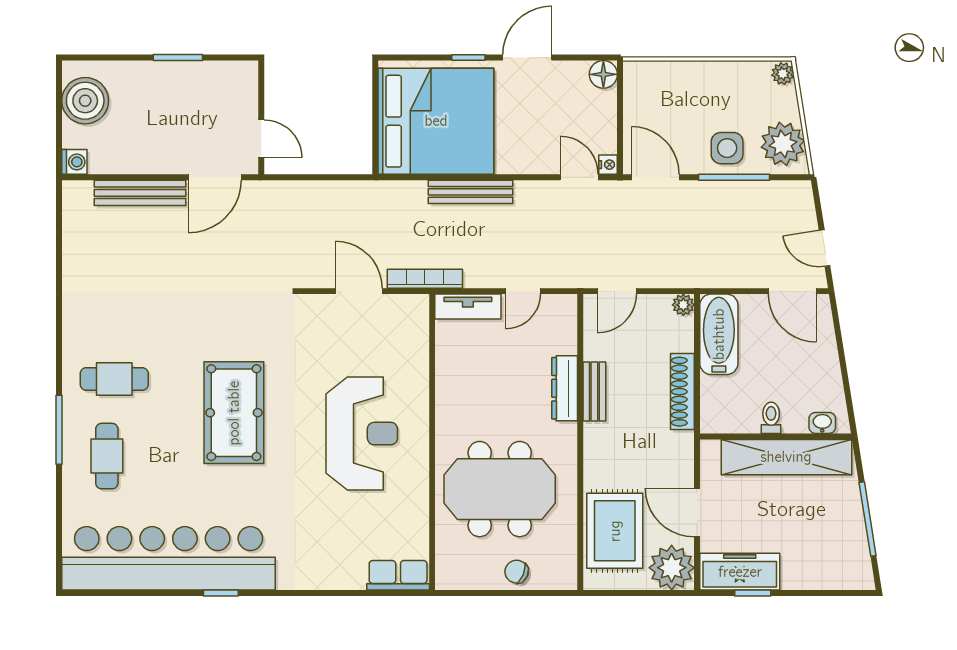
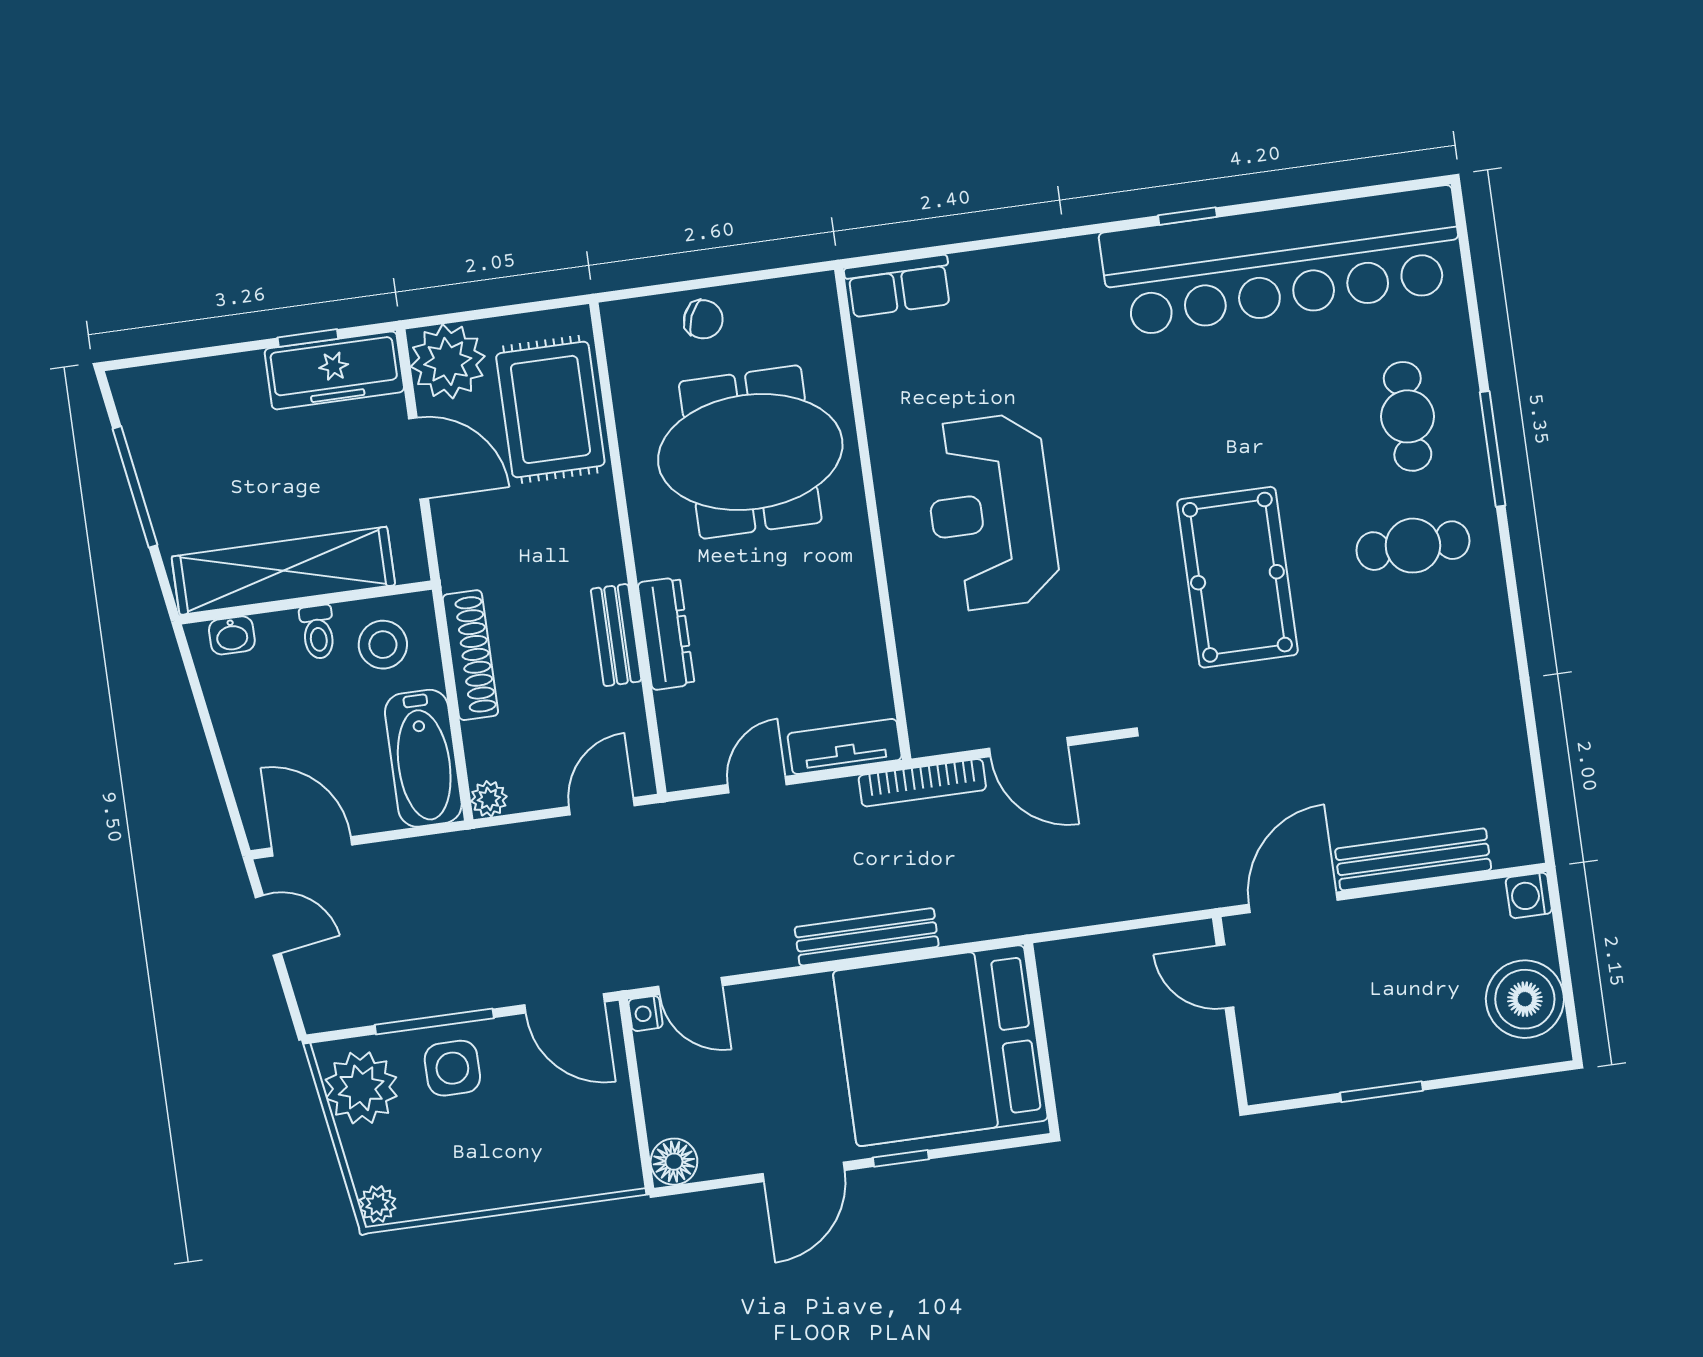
stool: (733, 405) -> (383, 645), added
pool table: (234, 413) -> (1237, 577), moved

